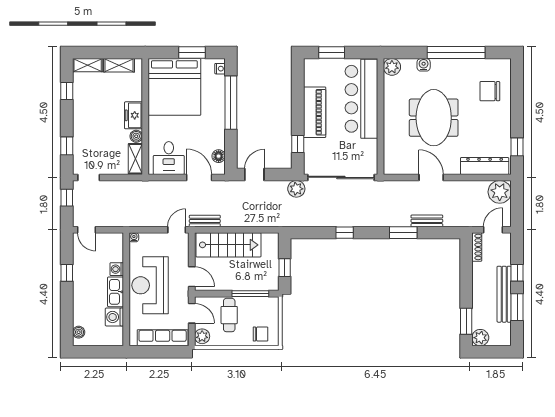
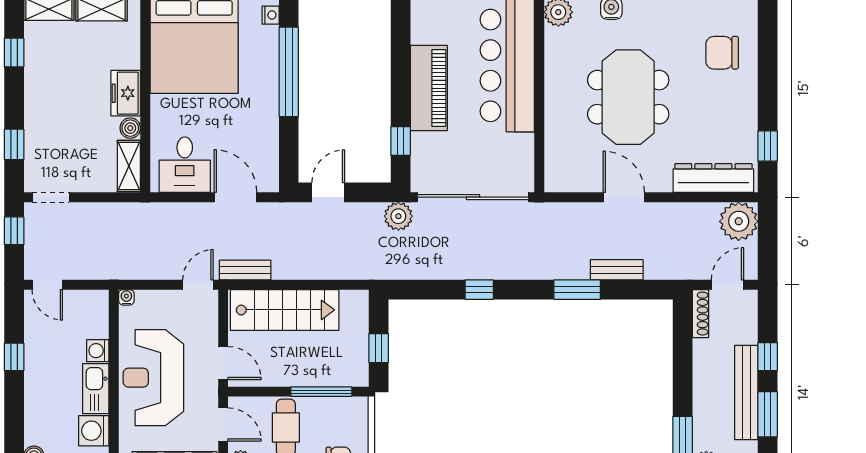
floor lamp: (219, 156) -> (268, 161), removed

